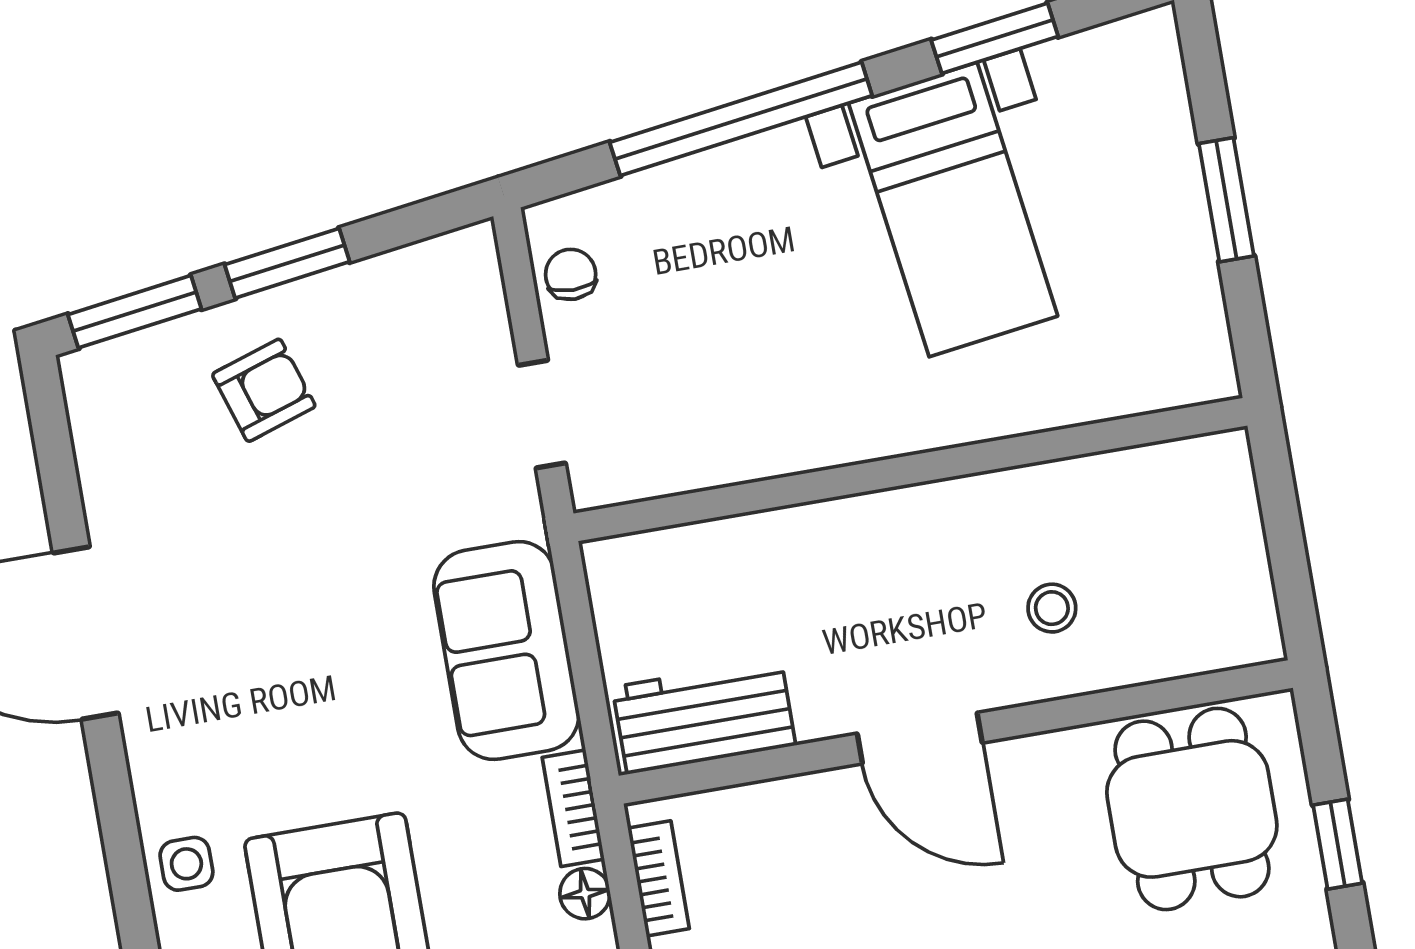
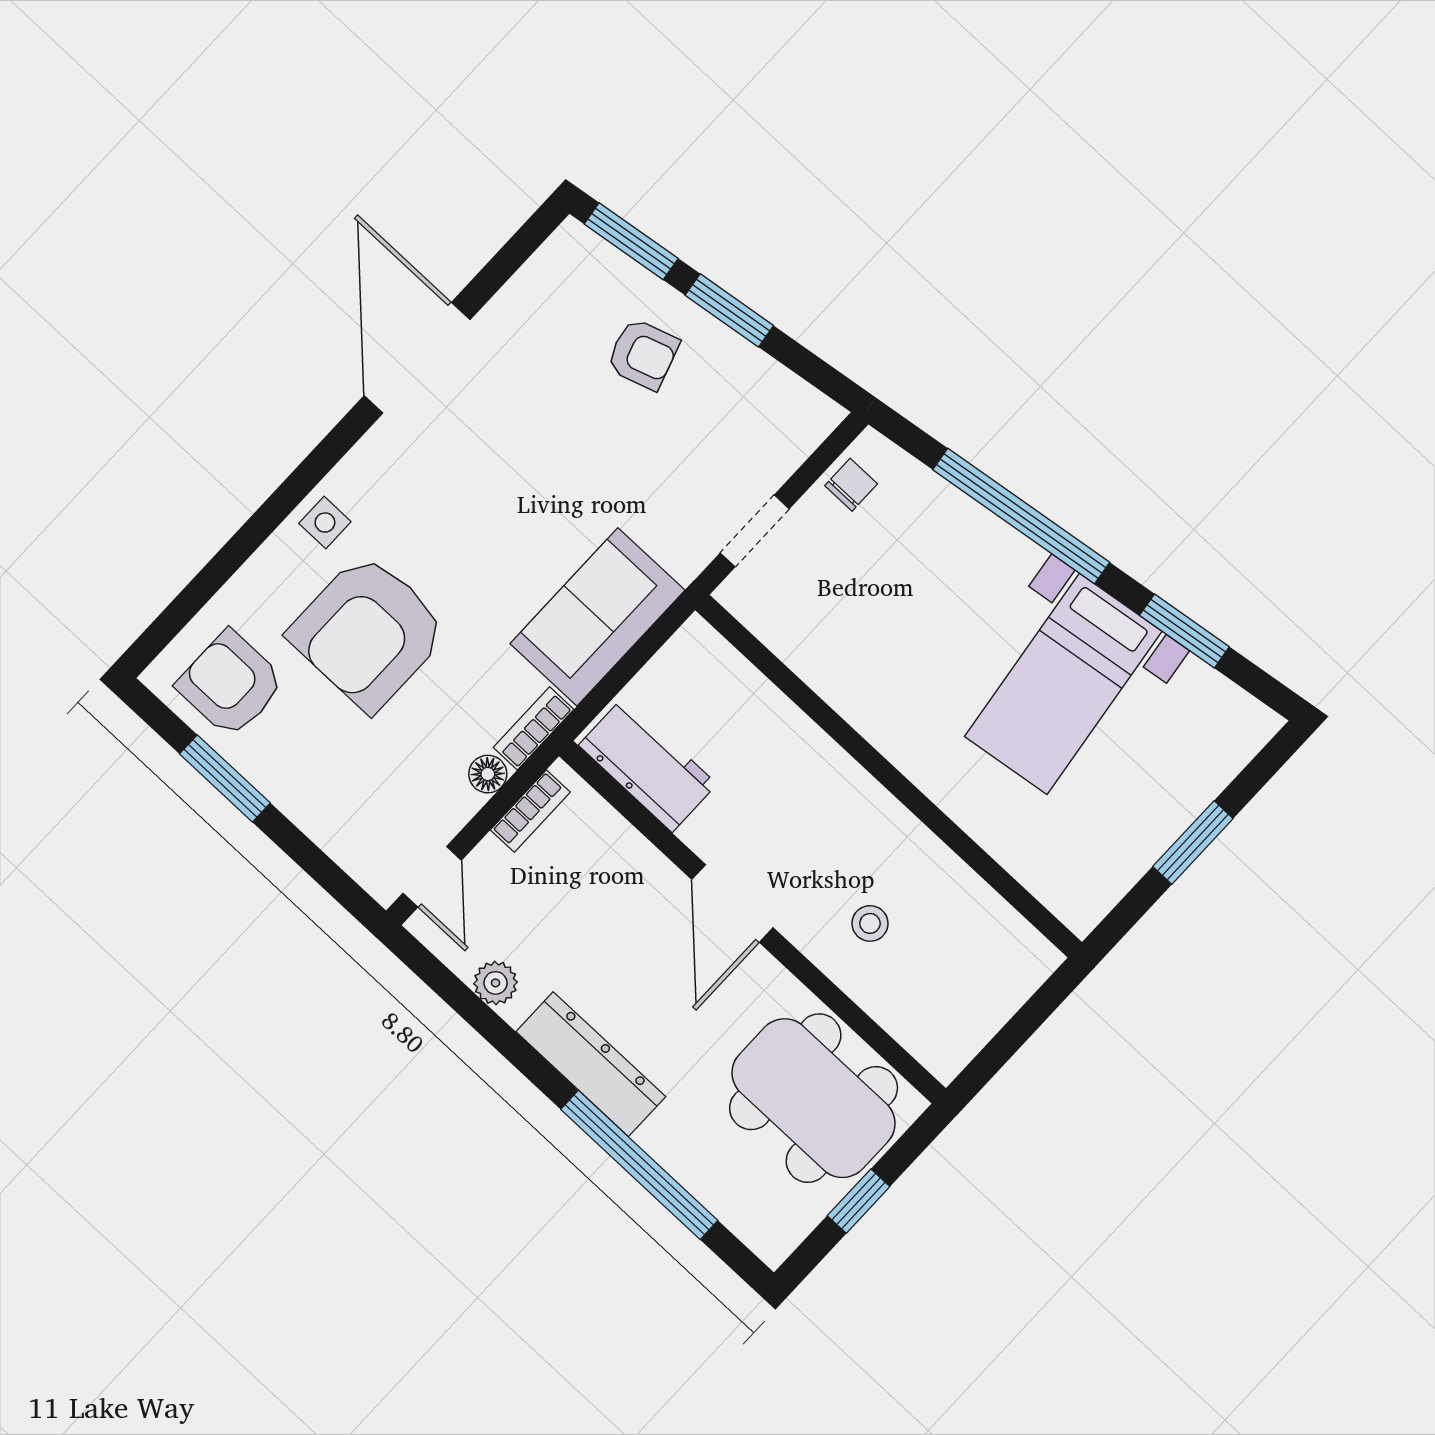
dining table: (1192, 809) -> (814, 1098), width x1.38

